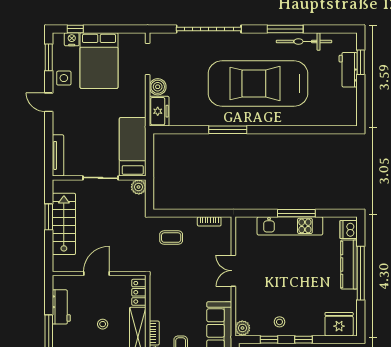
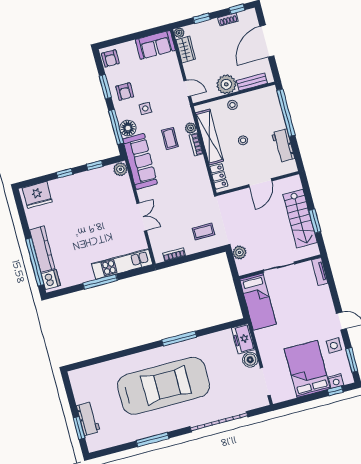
bicycle: (304, 42) -> (133, 433), removed
tv unit: (58, 155) -> (320, 272), width x0.71
plant: (139, 187) -> (239, 252), moved
kitchen unit: (290, 226) -> (122, 264), moved
window: (361, 273) -> (35, 262), moved
stool: (279, 322) -> (90, 183), removed

